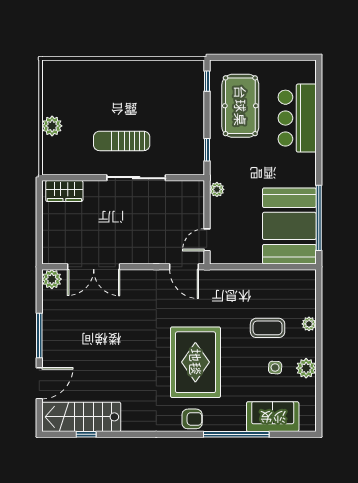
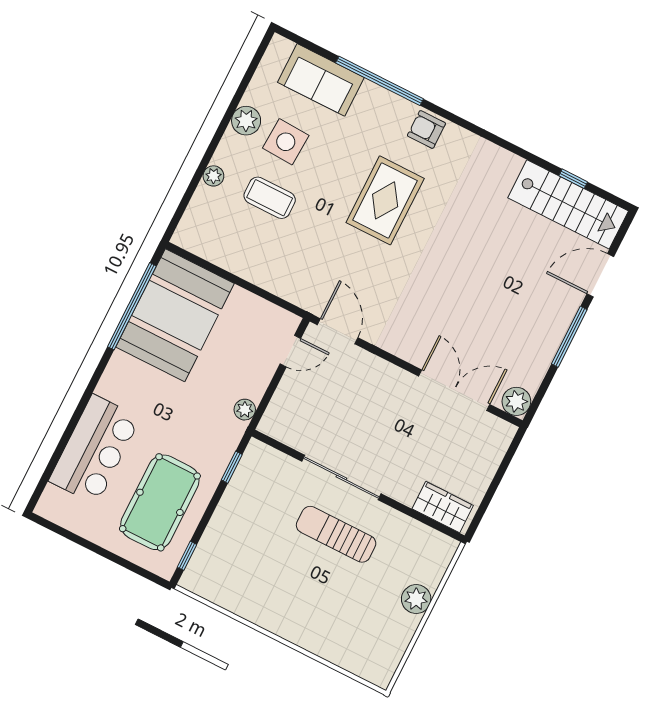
sun lounger: (122, 141) -> (336, 534), turned 180
rug: (195, 362) -> (385, 200), width x0.73, depth x0.69
side table: (275, 368) -> (286, 142), width x1.87, depth x1.87

